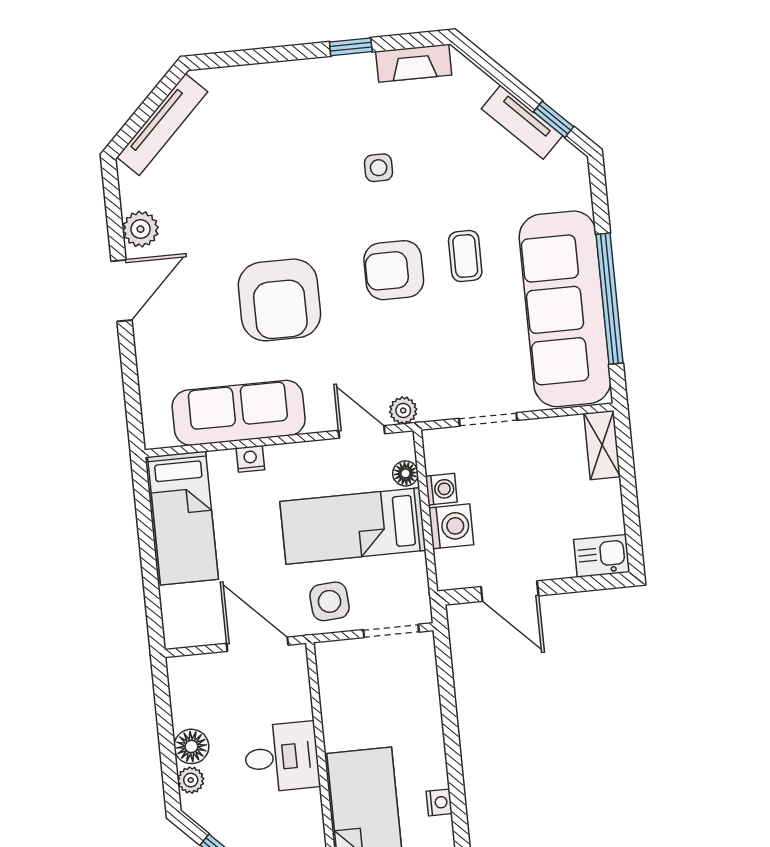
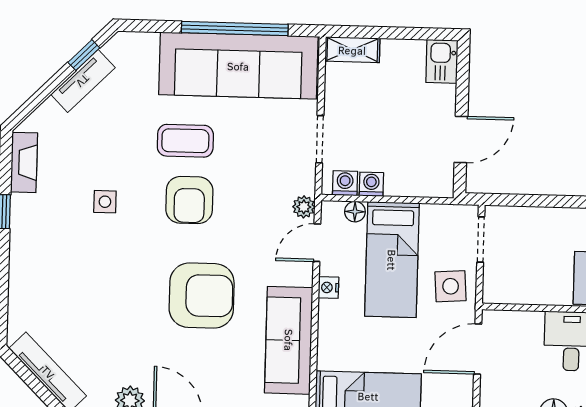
coffee table: (465, 256) -> (185, 141), width x1.36, depth x1.30
nightstand: (250, 459) -> (328, 287), moved
washing machine: (451, 526) -> (345, 183), moved, width x0.73, depth x0.73

